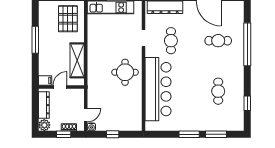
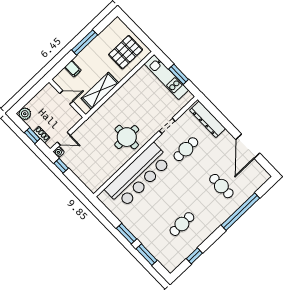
filing cabinet: (45, 80) -> (73, 69), moved
dresser: (44, 105) -> (40, 98), removed
window: (113, 134) -> (61, 166), moved

